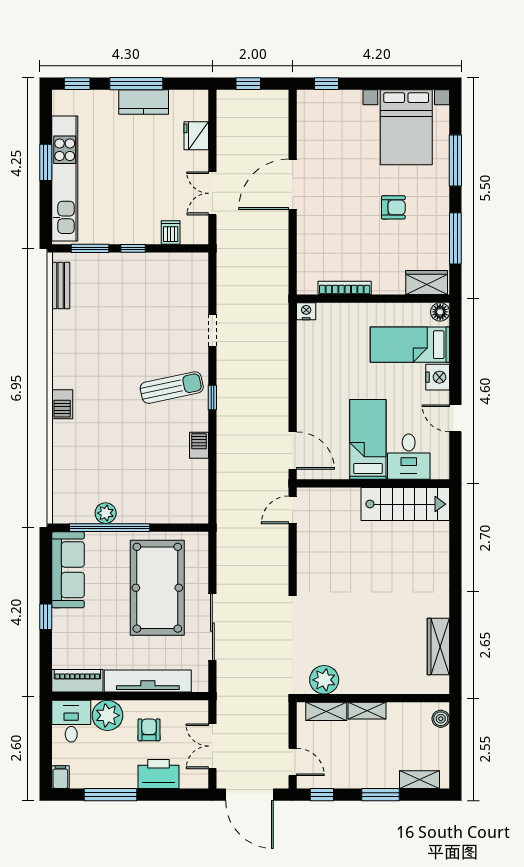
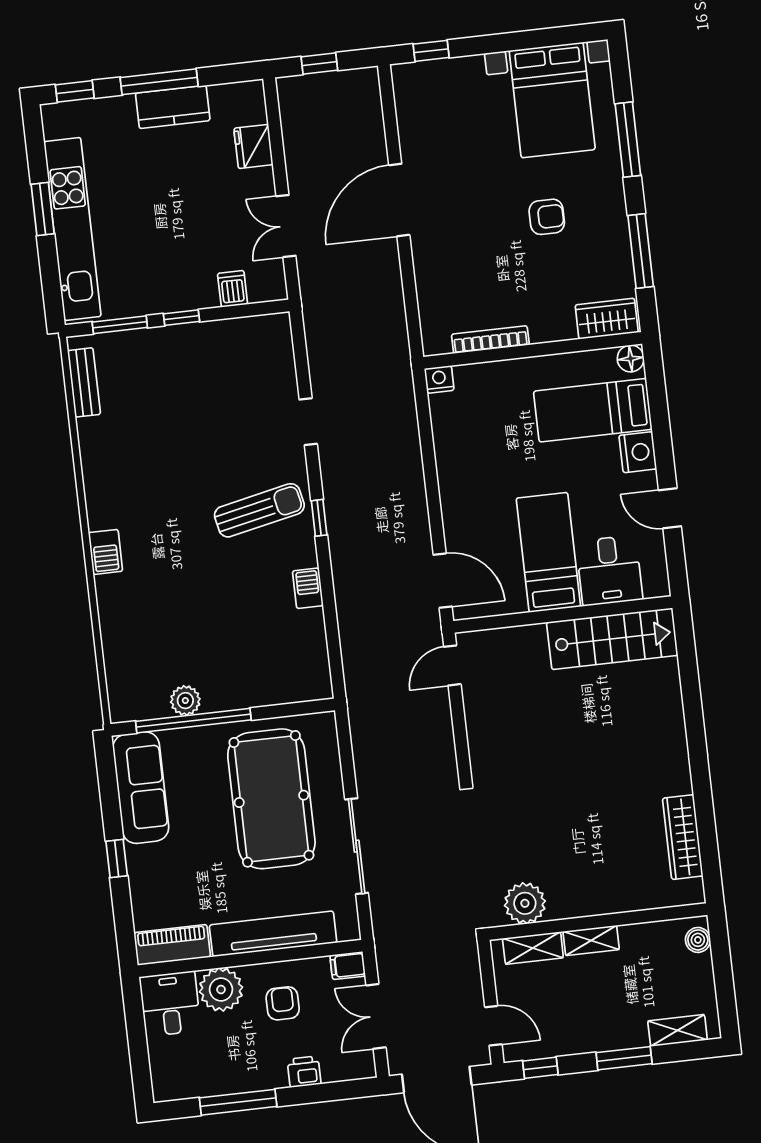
printer: (158, 774) -> (304, 1072), width x0.53, depth x0.68
filing cabinet: (60, 777) -> (348, 966), moved, turned -90

